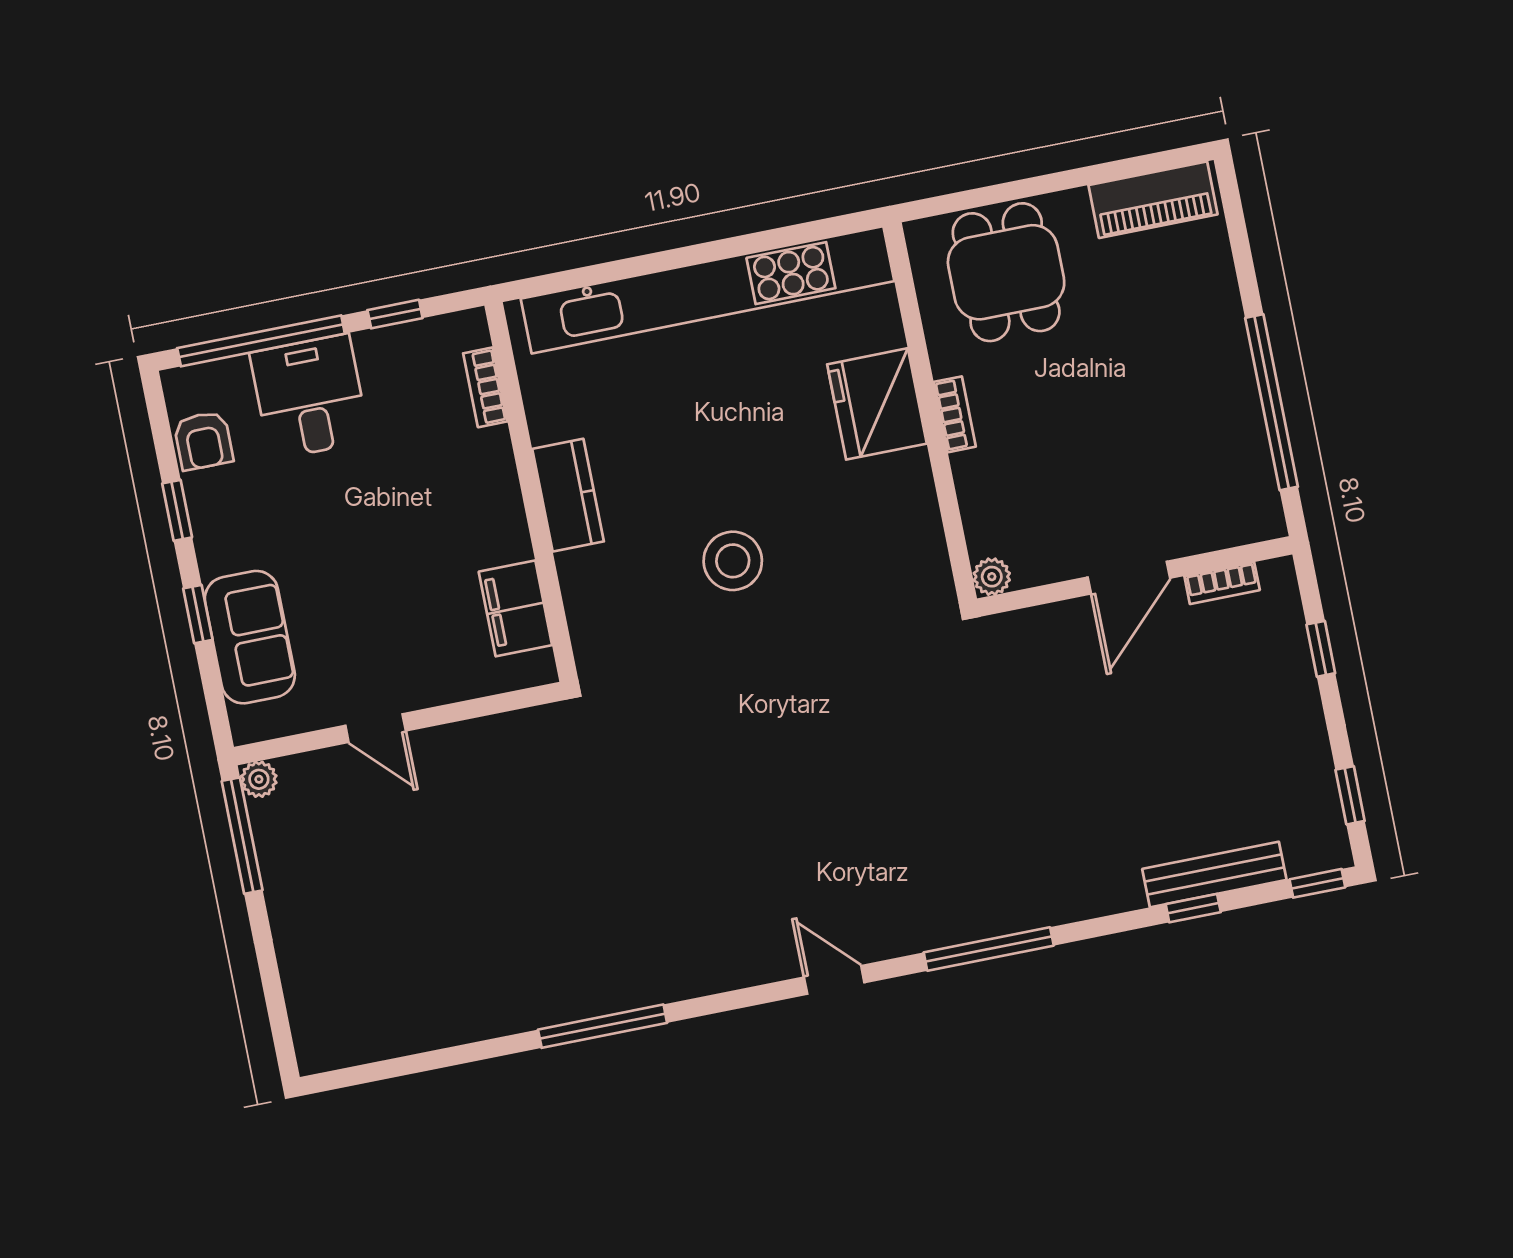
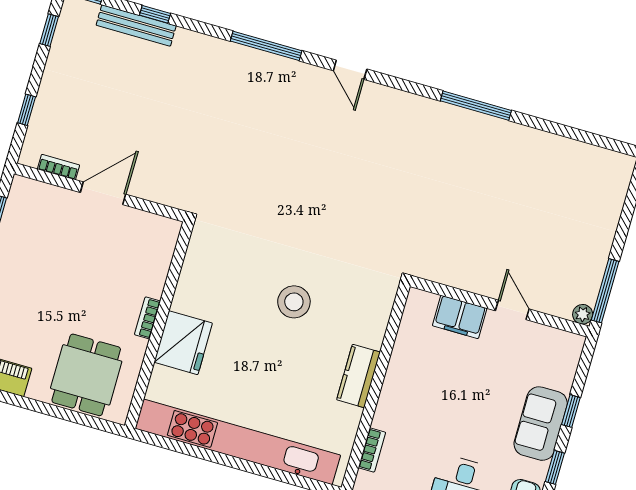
plant: (992, 577) -> (170, 229), removed
filing cabinet: (515, 608) -> (460, 317), moved, turned 90
sofa: (250, 637) -> (541, 424), moved

